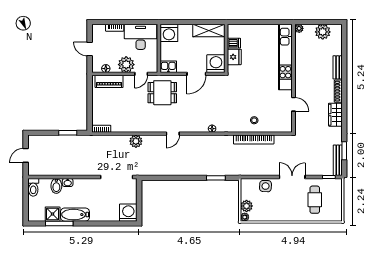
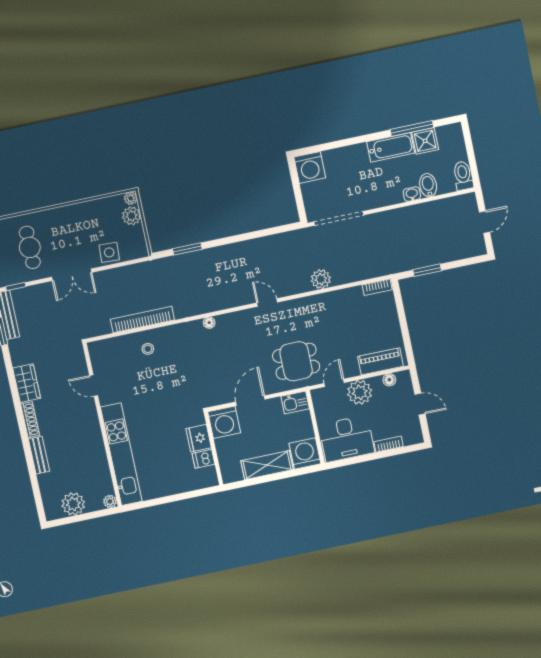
shelving: (209, 31) -> (267, 465), moved
door: (173, 134) -> (267, 303), hinge flipped

